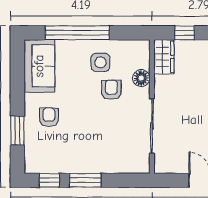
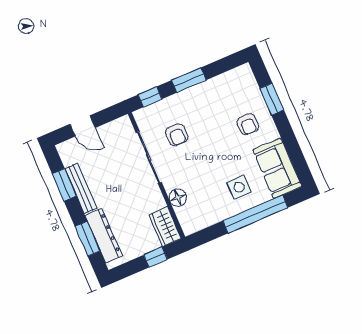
side table: (100, 62) -> (239, 187), moved
armchair: (111, 90) -> (177, 135), moved
window: (49, 180) -> (150, 97), moved

